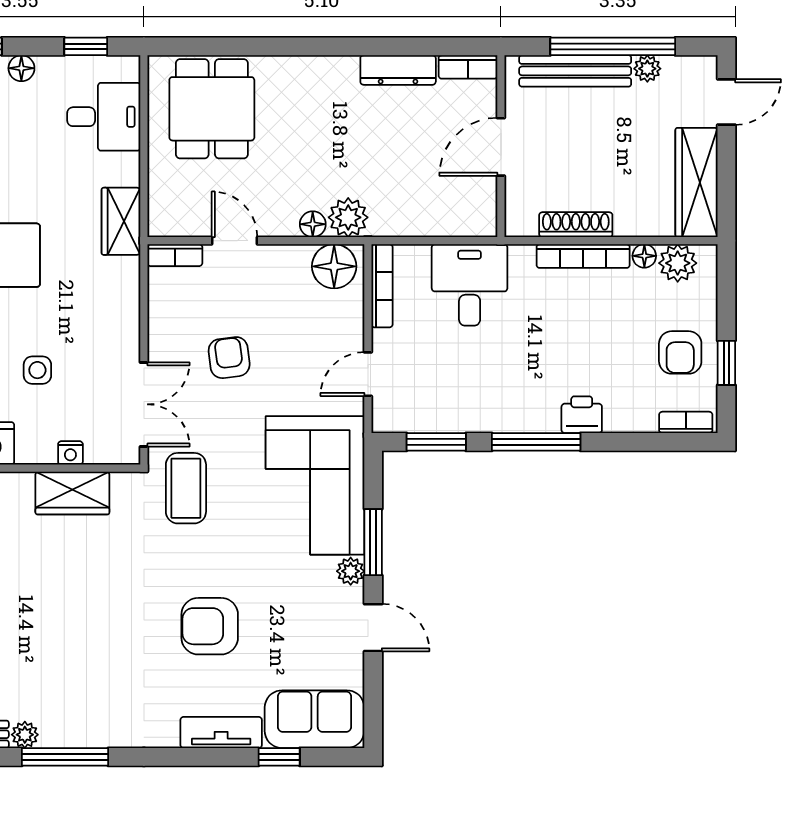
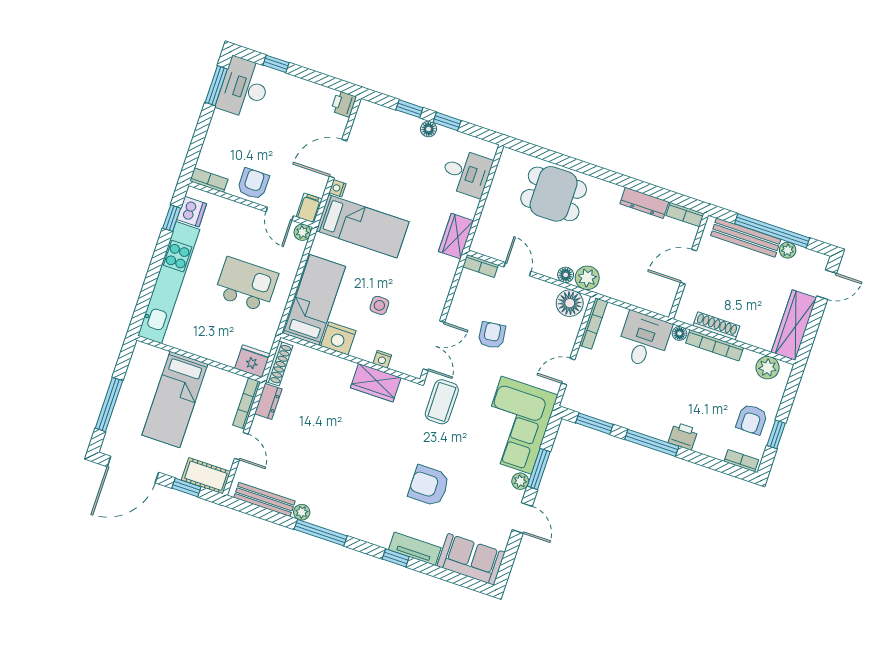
window: (86, 46) -> (447, 121), moved
dining table: (212, 109) -> (554, 194), moved, turned 90
floor lamp: (644, 256) -> (680, 333), moved
window: (279, 757) -> (396, 558), moved

